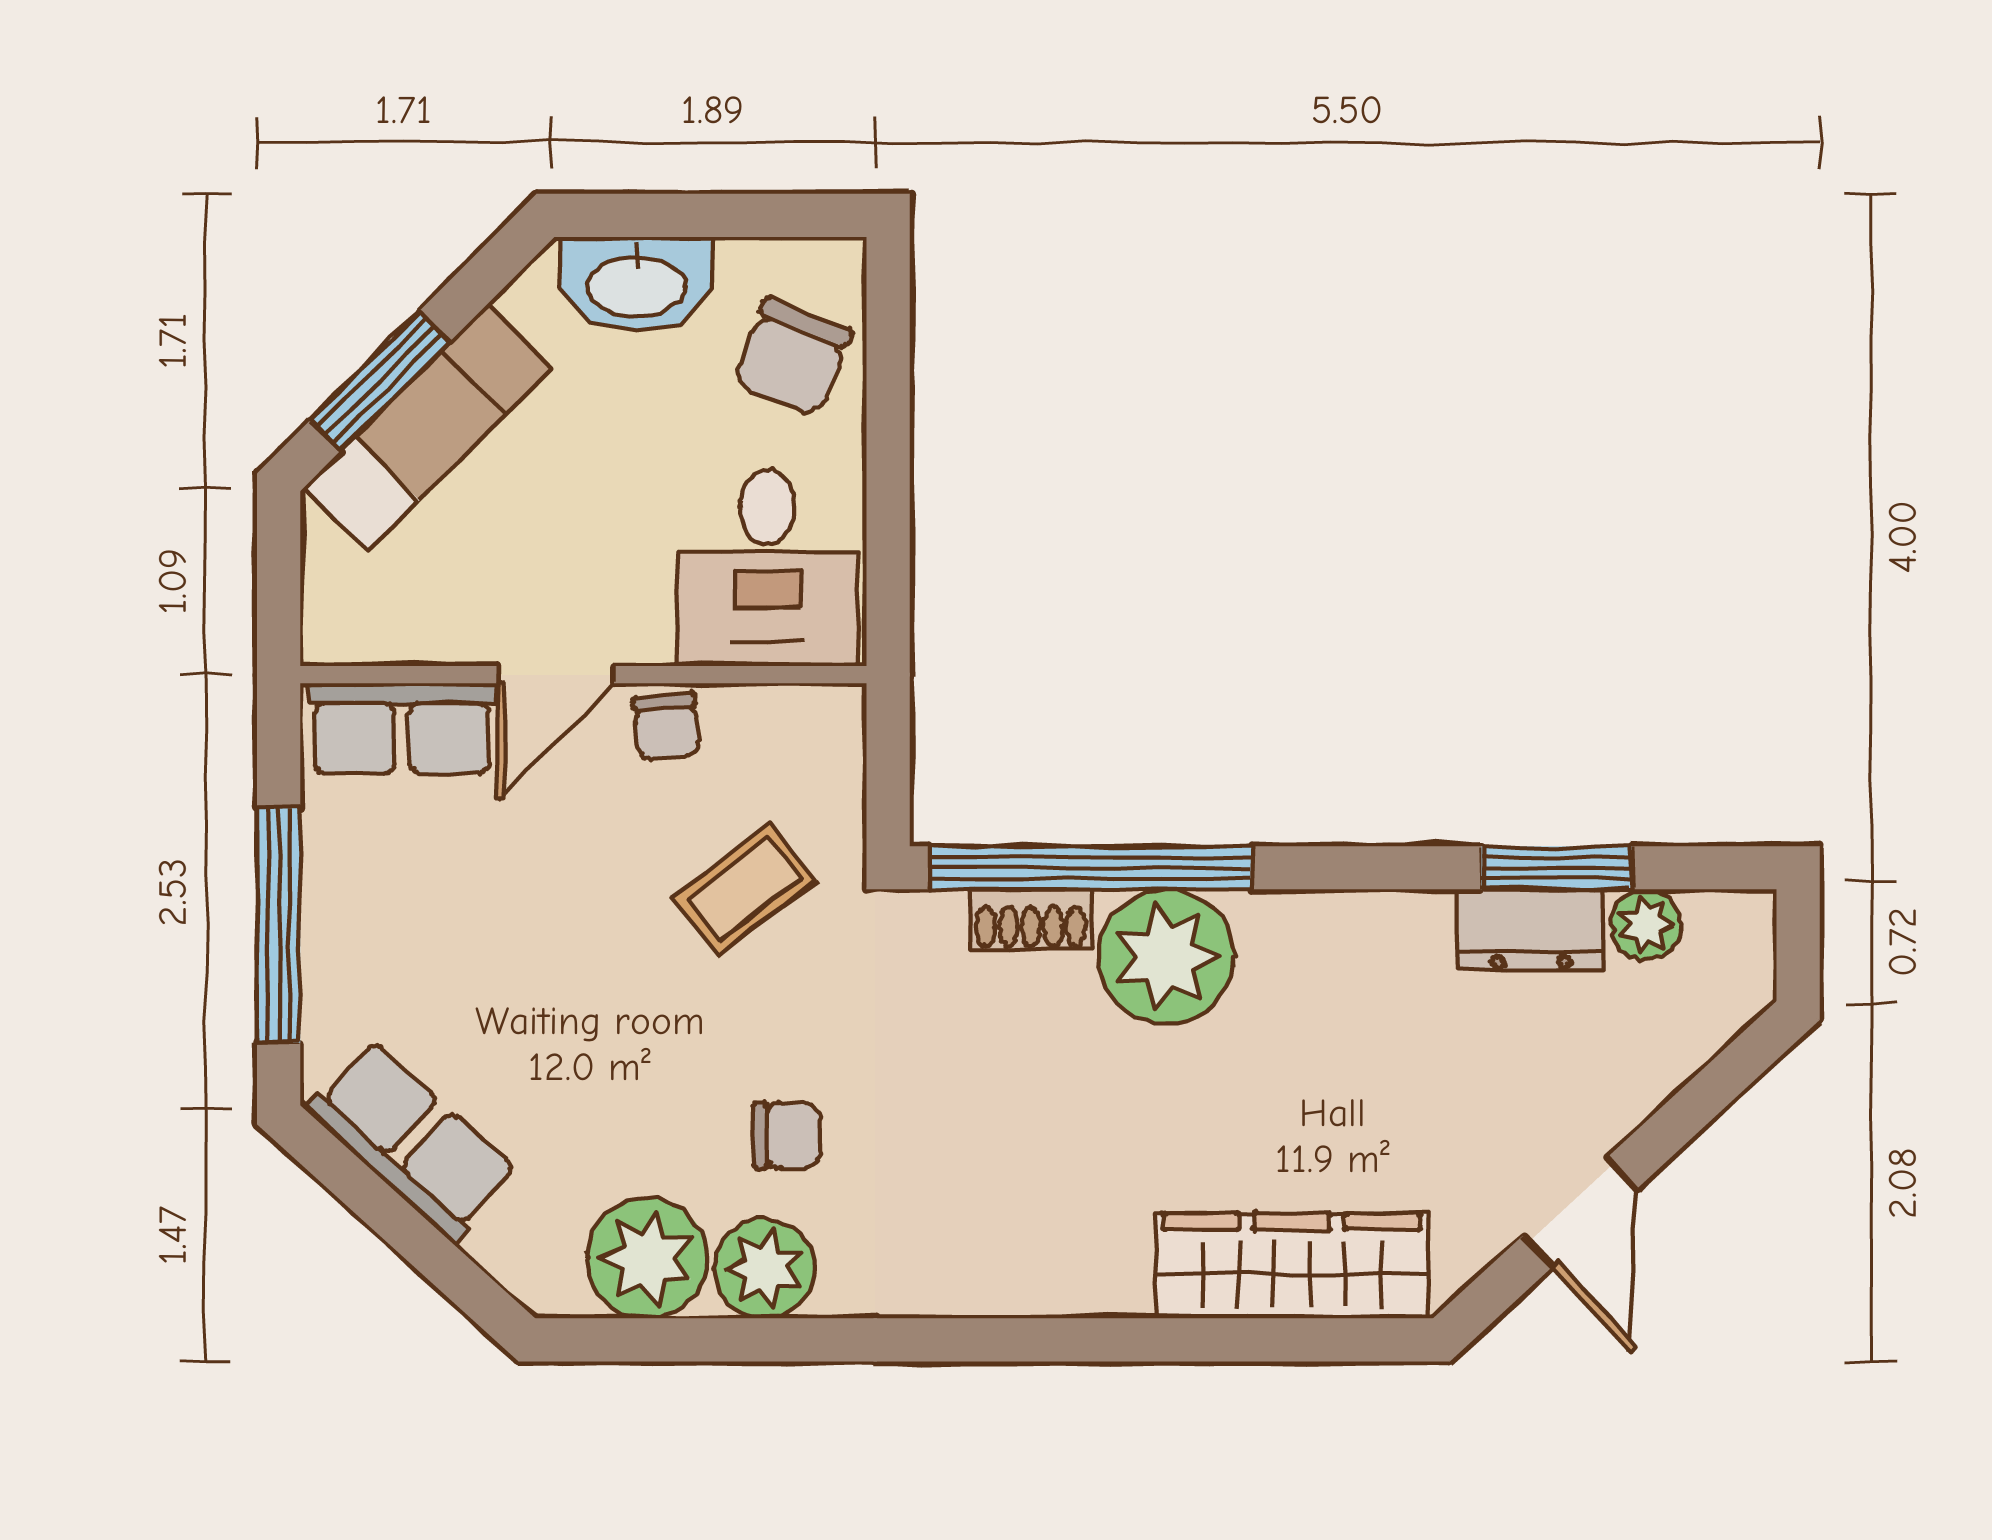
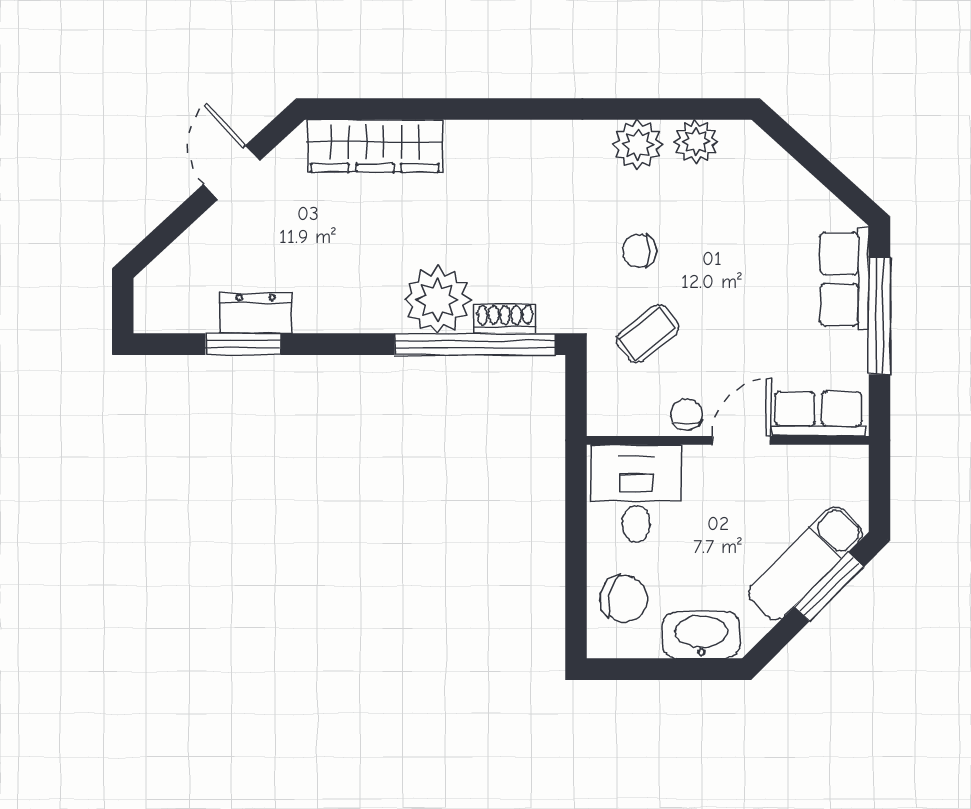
chair: (792, 357) -> (624, 599), turned 82
plant: (1646, 924) -> (199, 316), removed
chair: (787, 1135) -> (639, 251), moved
row of seats: (412, 1141) -> (845, 279), moved, turned 48
plant: (647, 1258) -> (696, 142), width x0.73, depth x0.73

